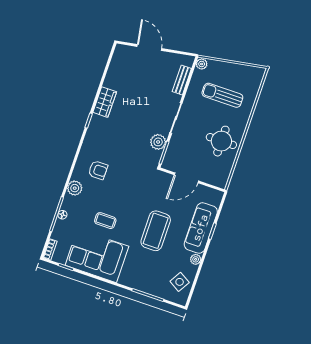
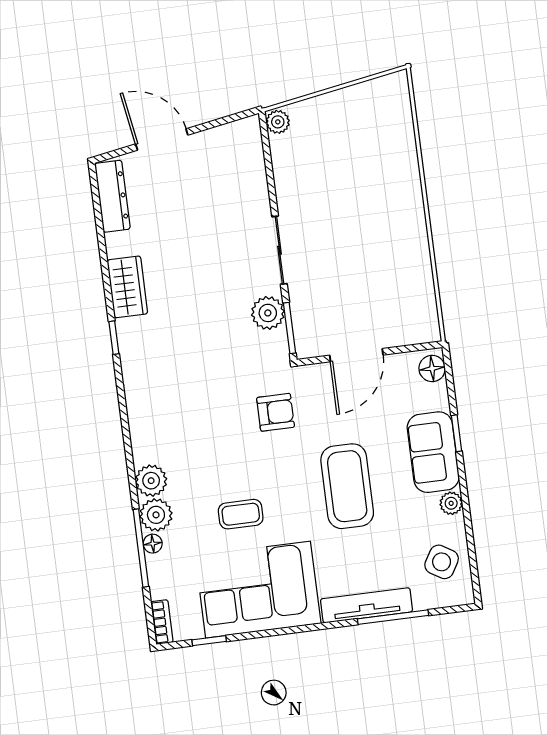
dresser: (117, 61) -> (112, 196), added
bench: (182, 80) -> (255, 171), removed
sun lounger: (222, 95) -> (347, 162), removed
round table: (221, 141) -> (389, 251), removed
armchair: (98, 170) -> (276, 412), moved
floor lamp: (215, 199) -> (432, 368), added
plant: (70, 203) -> (156, 515), added
sofa: (201, 228) -> (433, 452), width x0.73
tv unit: (139, 285) -> (367, 605), added

